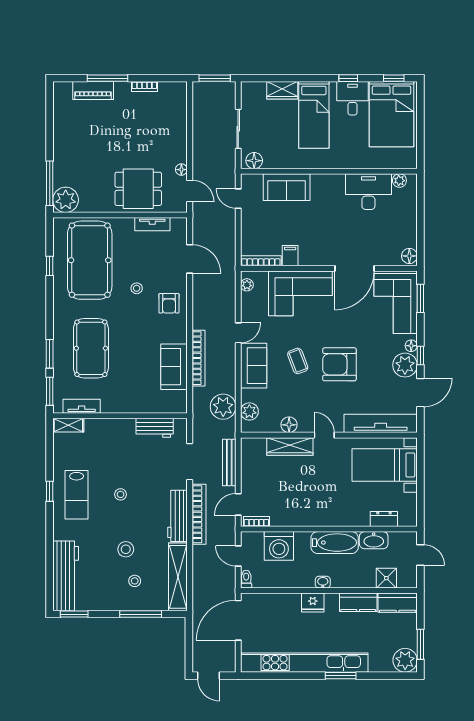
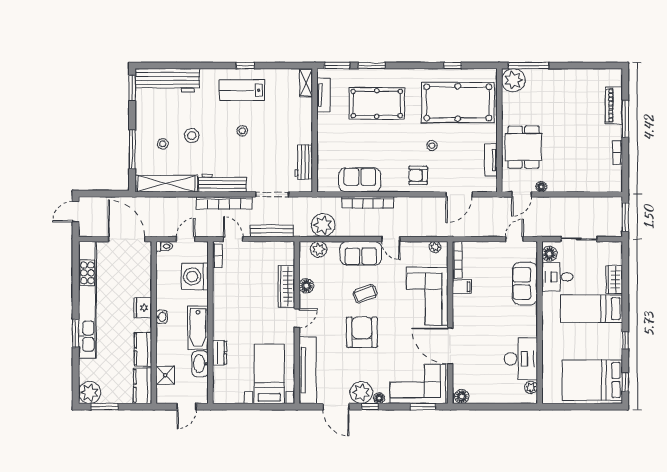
desk: (352, 98) -> (557, 277), moved, turned 180
dresser: (384, 519) -> (220, 353), moved

